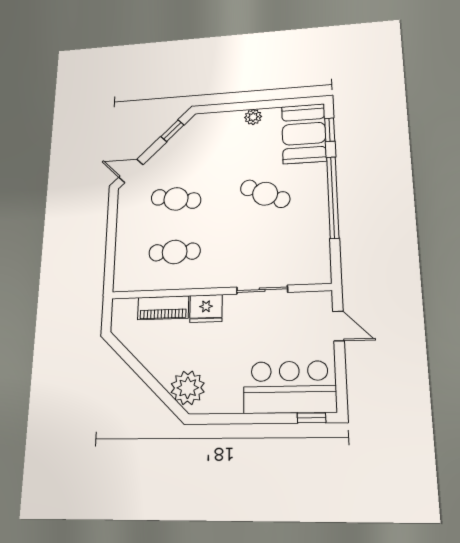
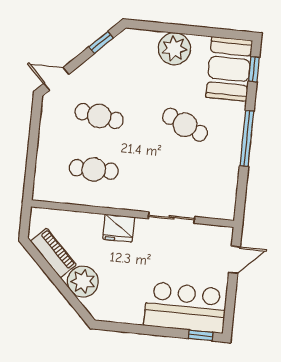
plant: (253, 117) -> (174, 49), width x1.88, depth x1.88
window: (333, 197) -> (247, 138), width x0.68
piano: (163, 308) -> (53, 253), moved, turned -135
door: (339, 326) -> (235, 260), hinge flipped
plant: (188, 388) -> (83, 281), moved

